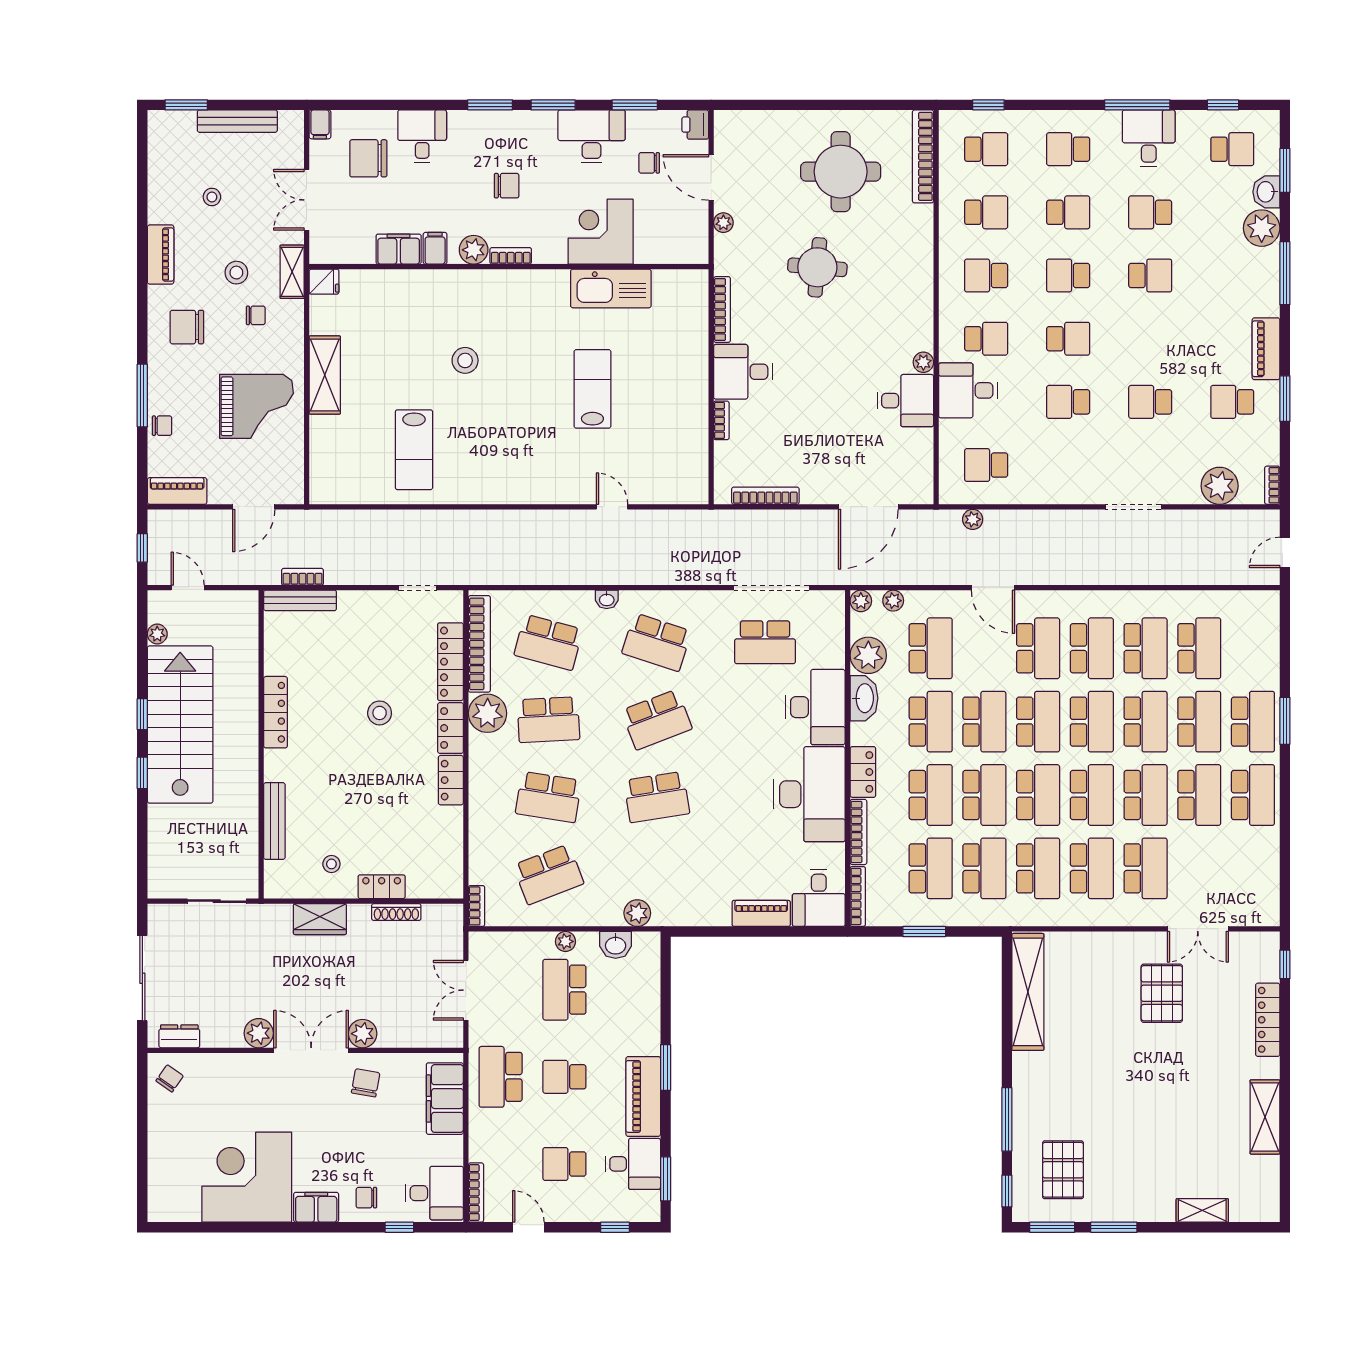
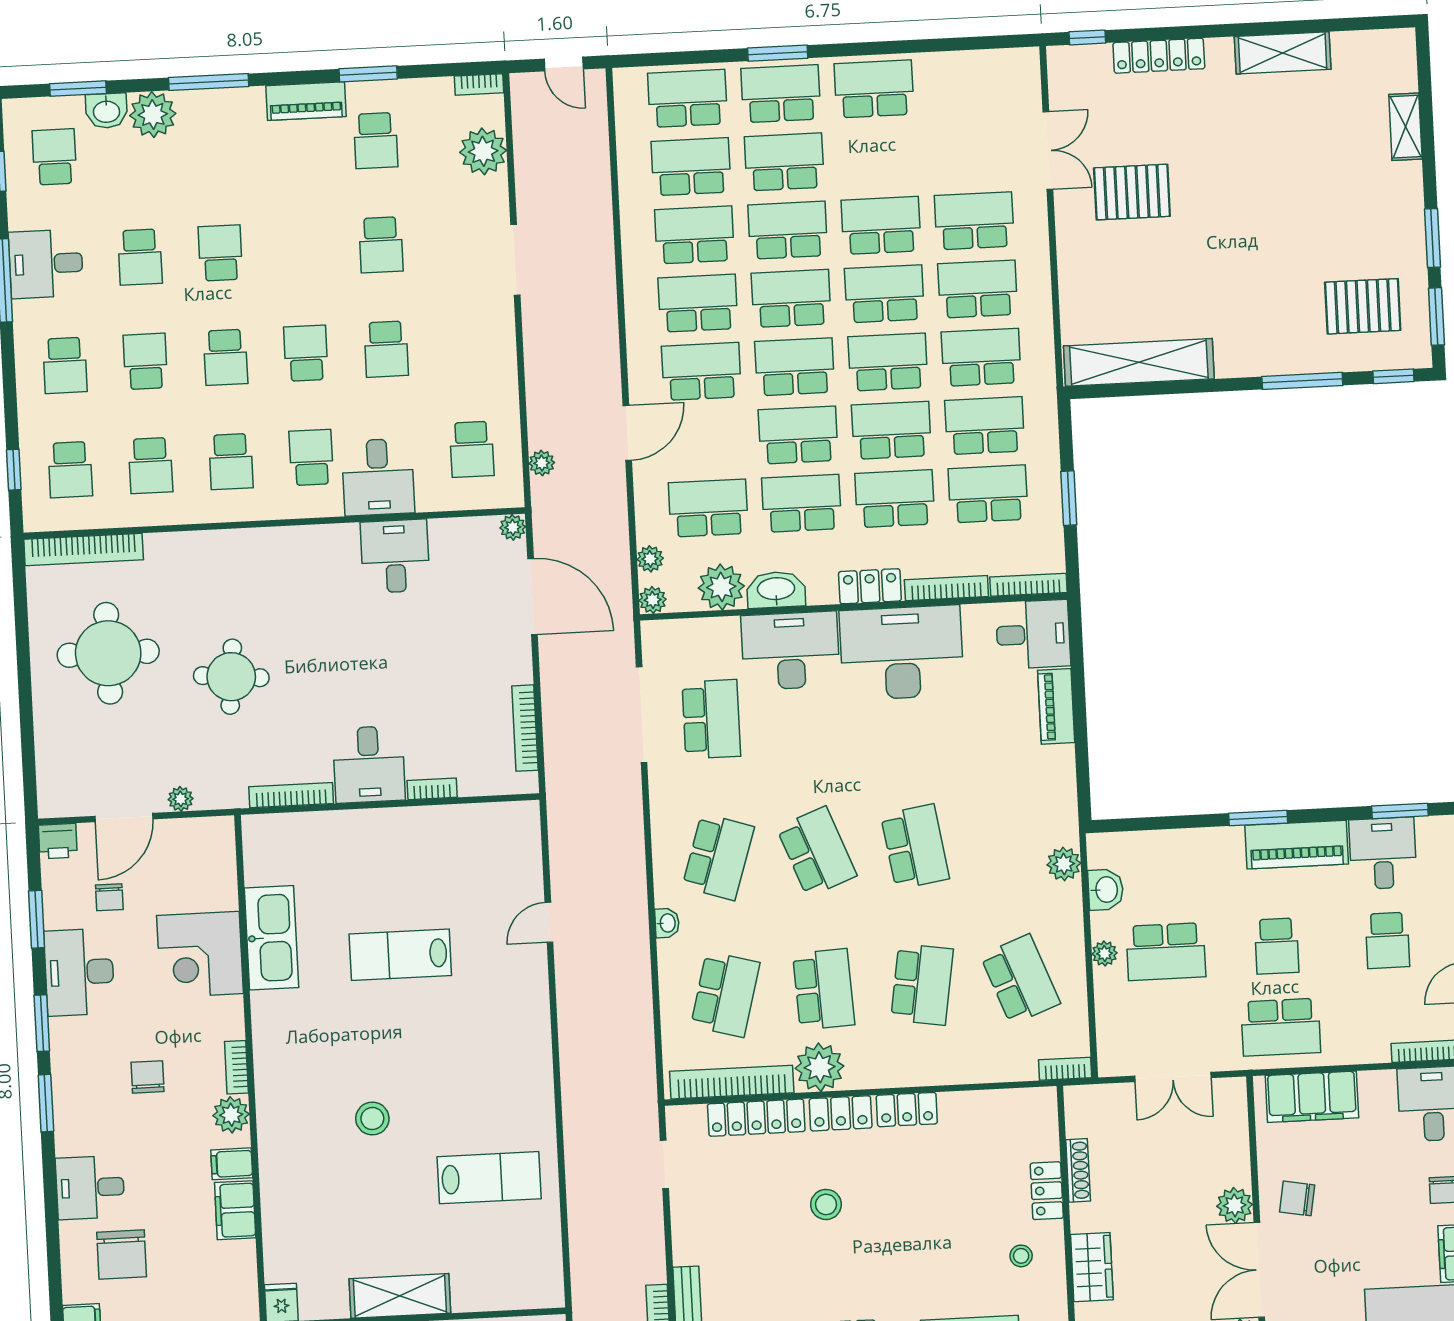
school desk: (986, 149) -> (70, 470), turned 180
school desk: (986, 212) -> (151, 466), turned 180
plant: (923, 362) -> (513, 527), moved
school desk: (1199, 795) -> (688, 98), moved

